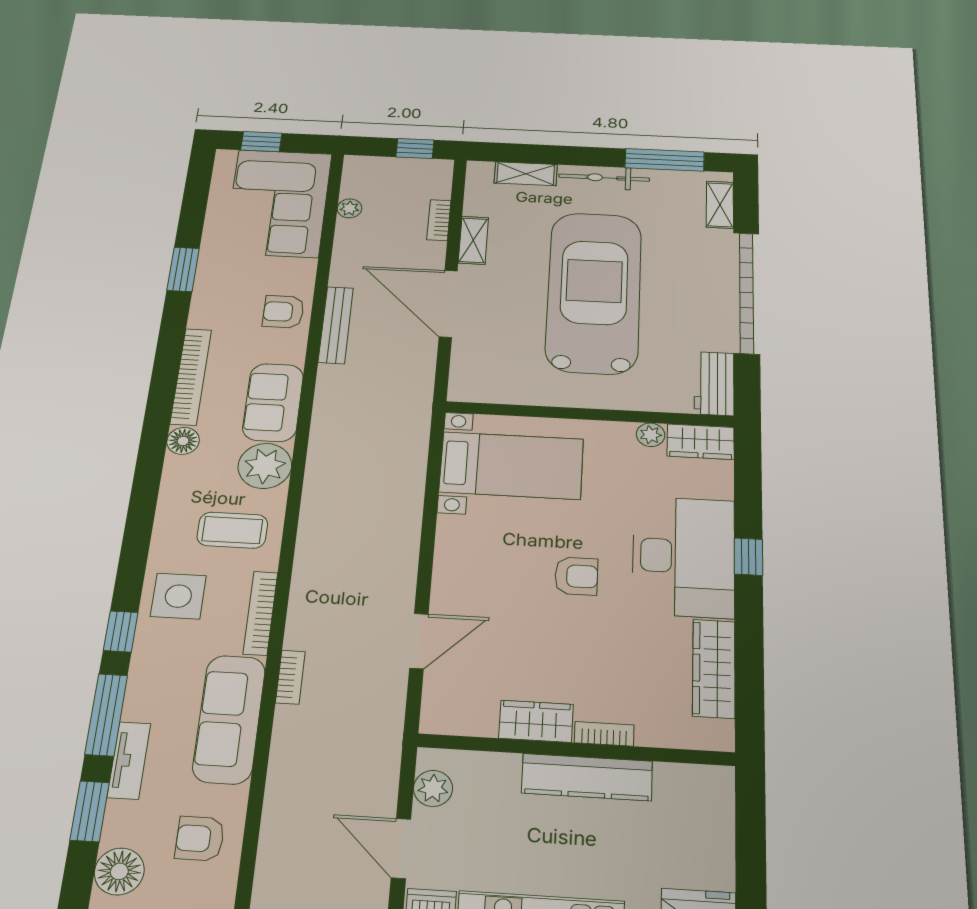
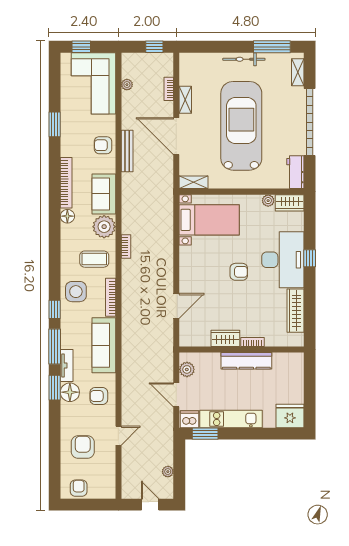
shelving: (526, 174) -> (194, 182), moved
bookcase: (290, 677) -> (126, 247), moved
floor lamp: (119, 871) -> (70, 392), moved

